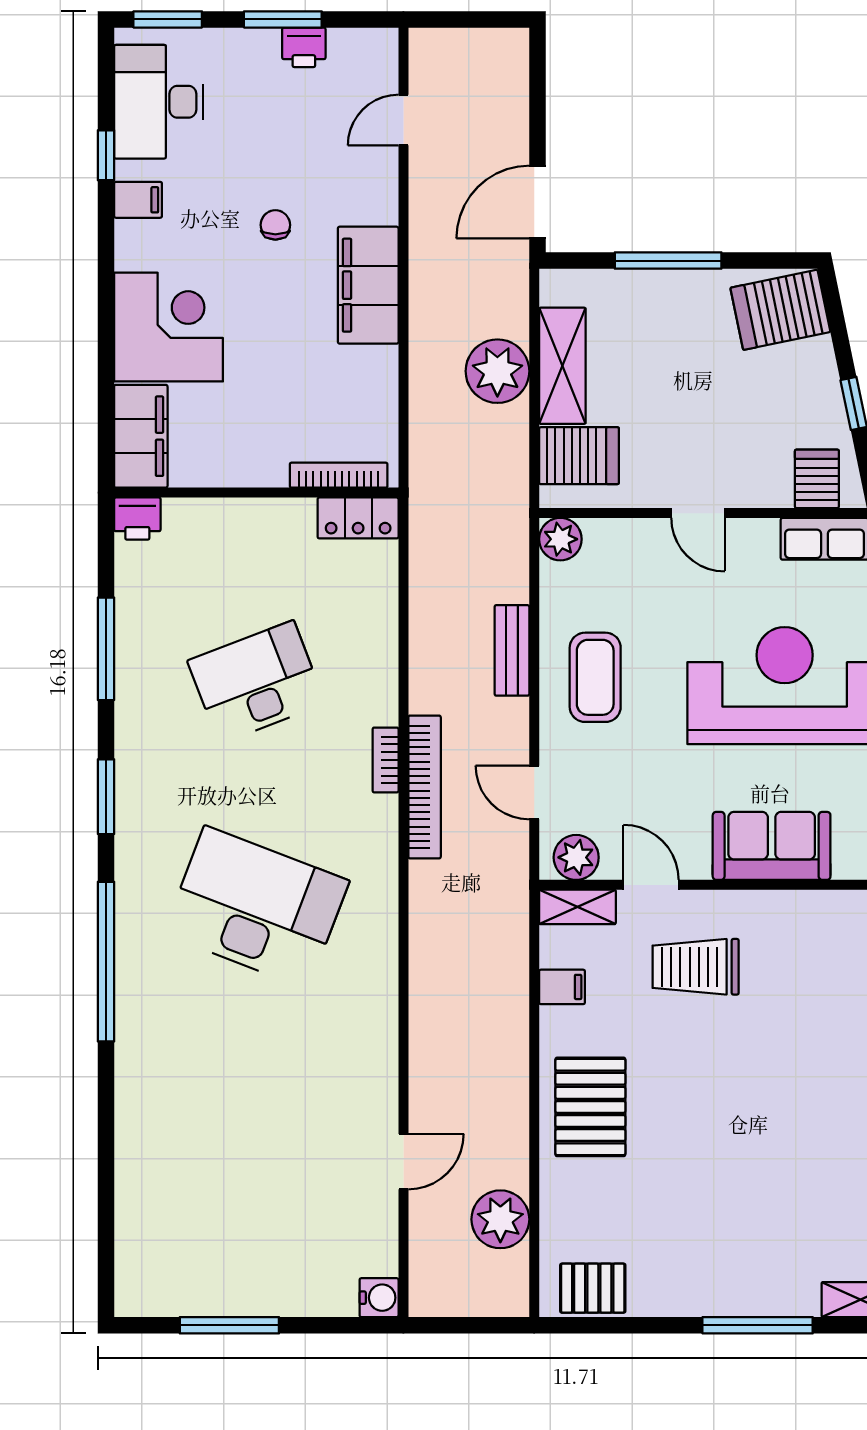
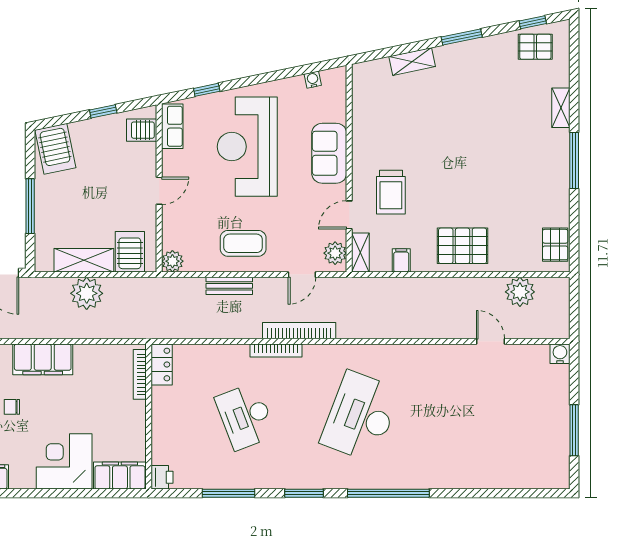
bookcase: (386, 760) -> (276, 350), width x1.56

